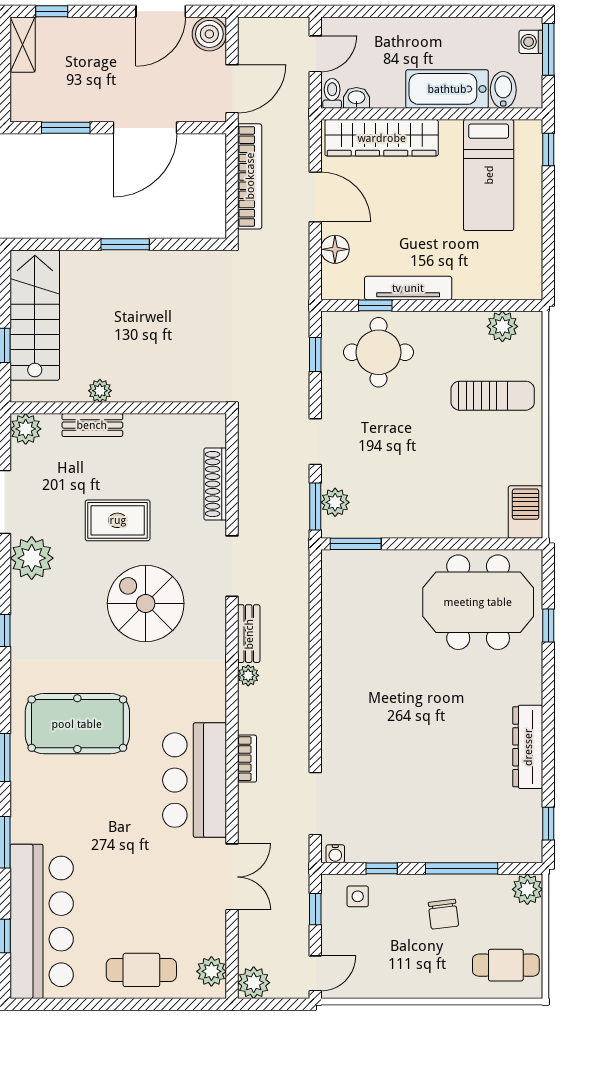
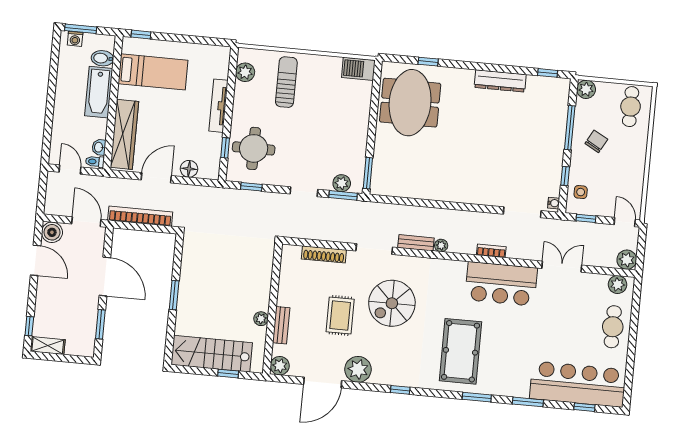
tv unit: (408, 288) -> (219, 106), moved
chair: (443, 914) -> (596, 141), turned -54

